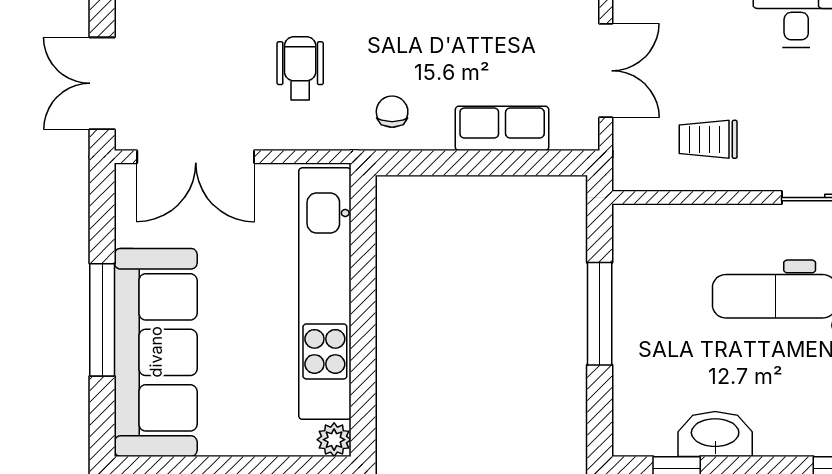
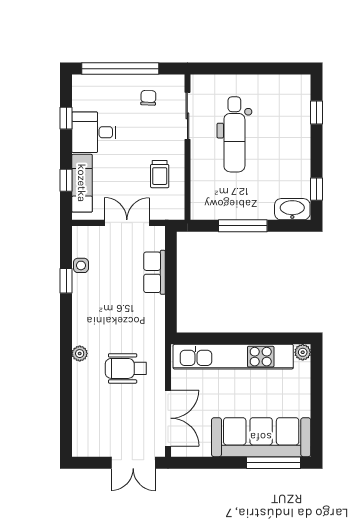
wheelchair: (300, 68) -> (126, 368), width x1.36, depth x1.37
chair: (392, 112) -> (147, 325), removed
window: (102, 320) -> (274, 463), moved
washbasin: (715, 434) -> (292, 209), moved, turned 90

